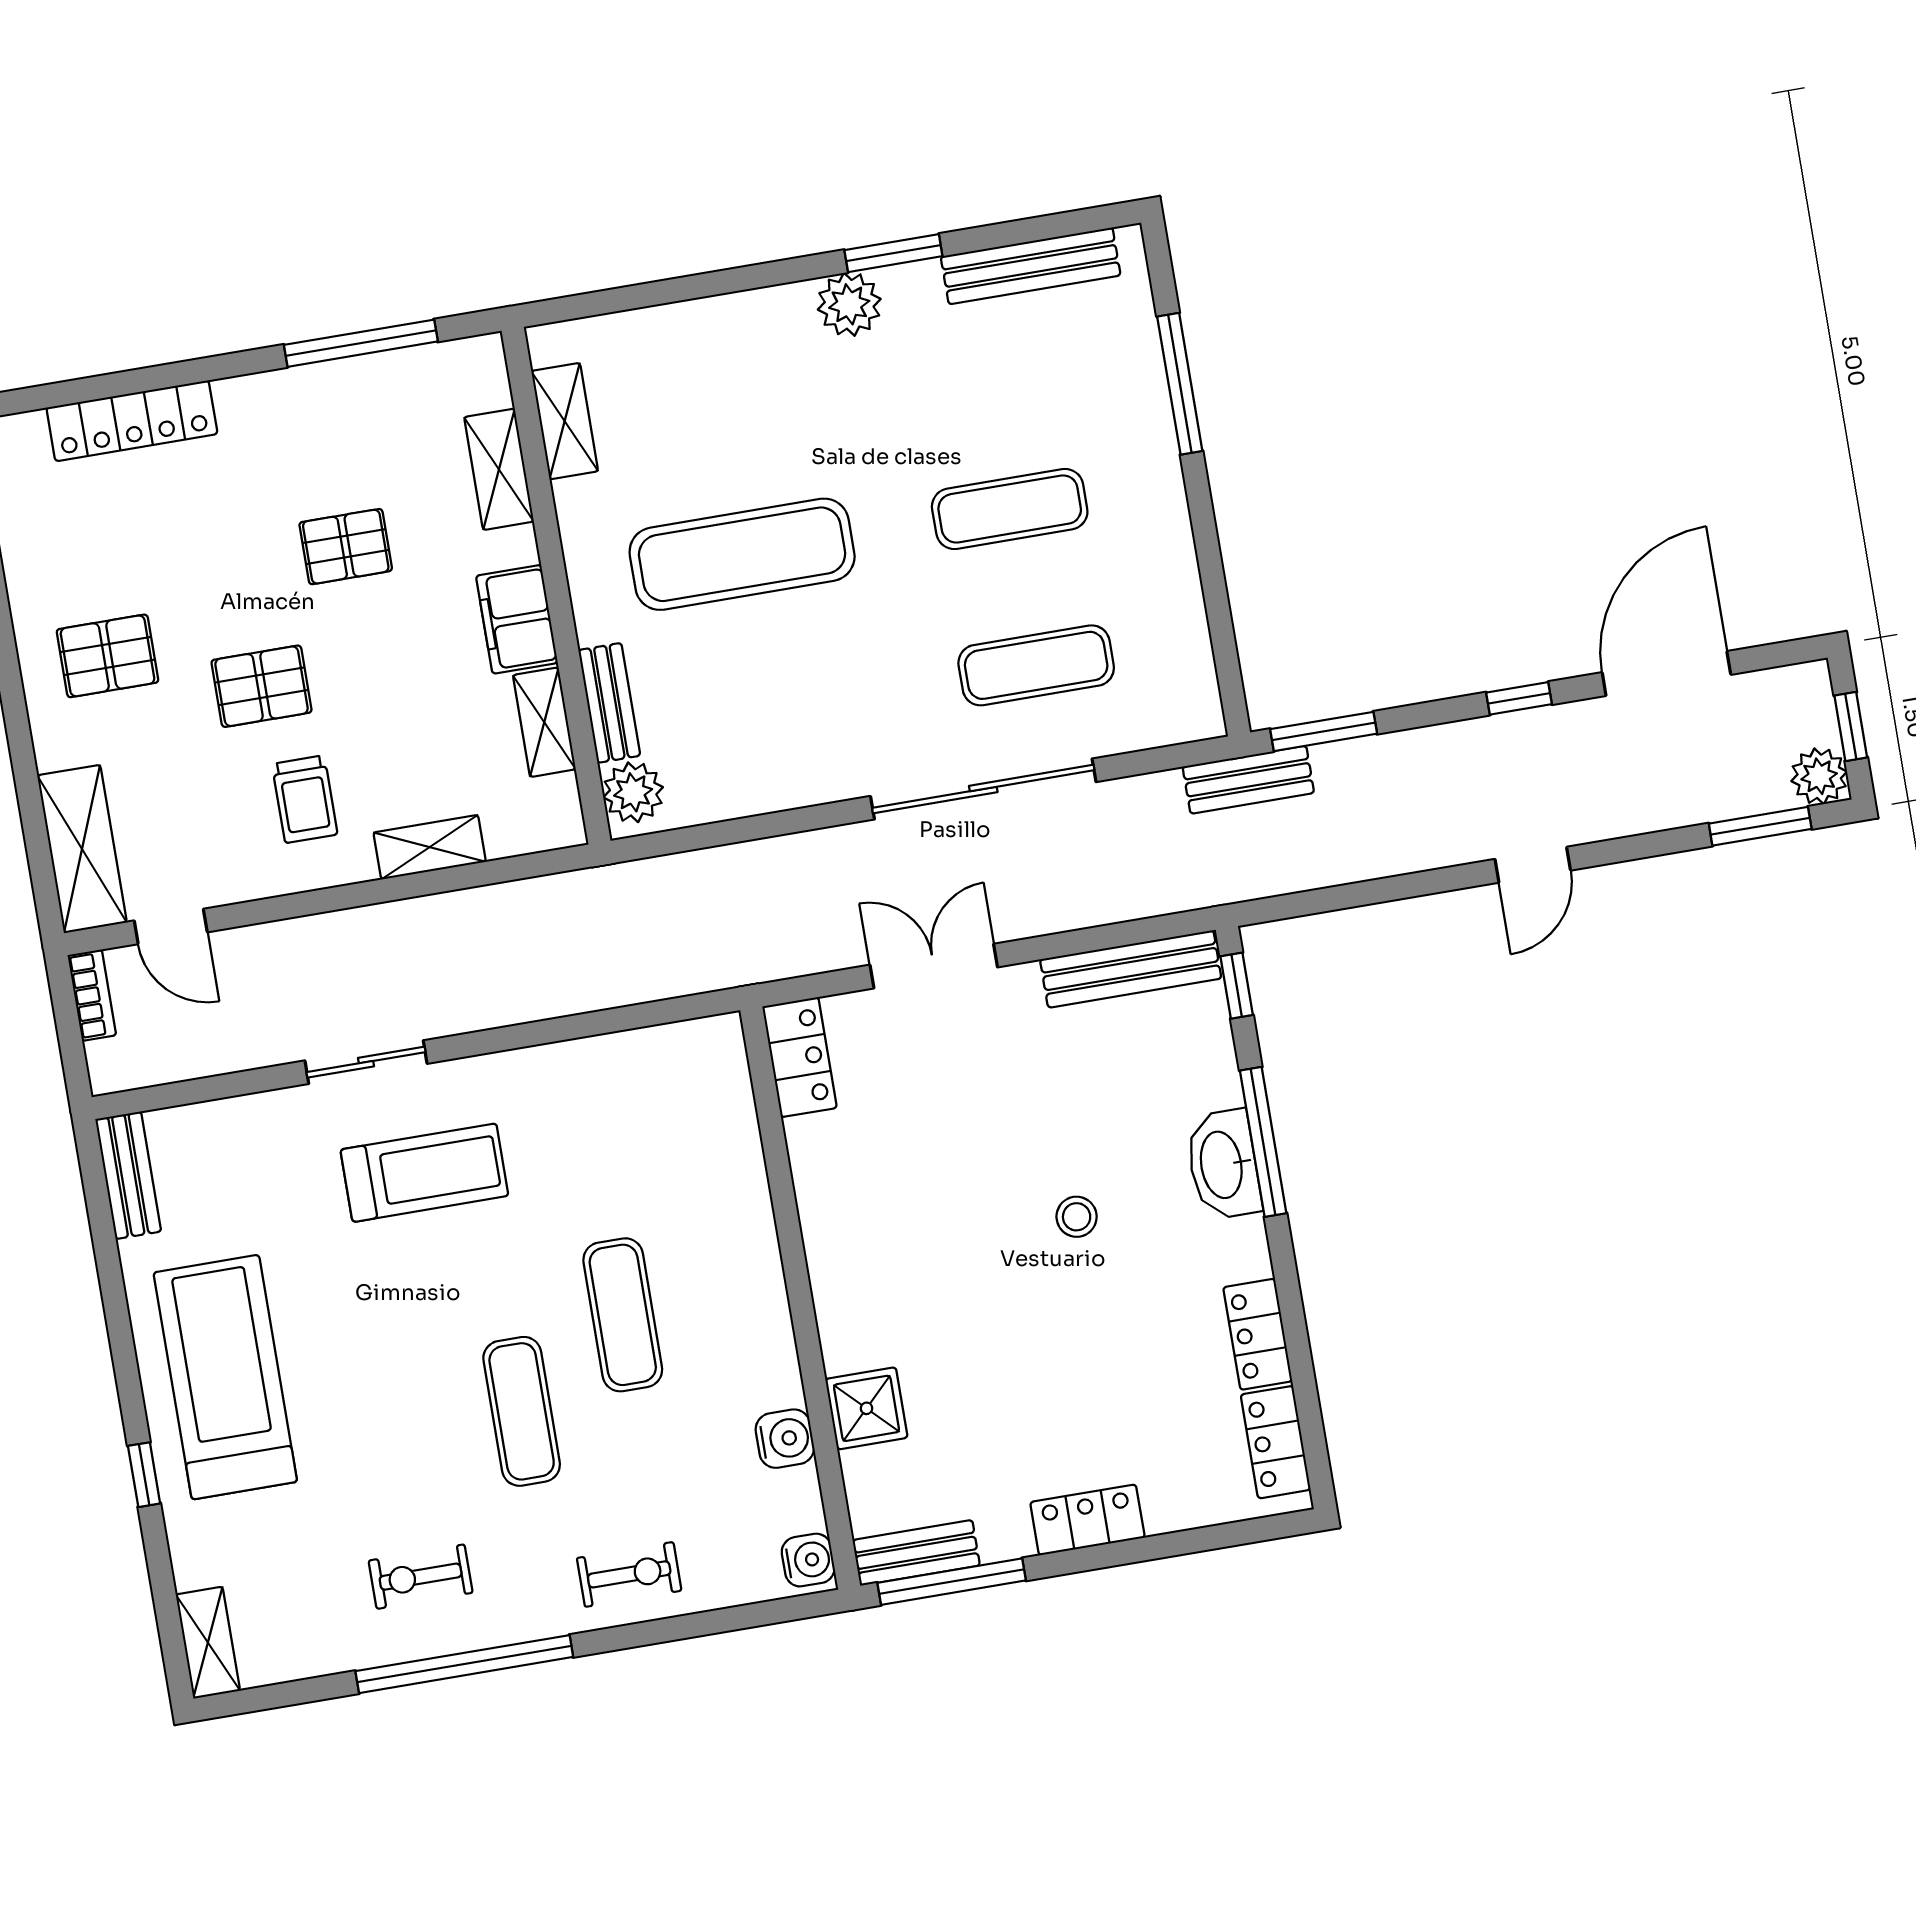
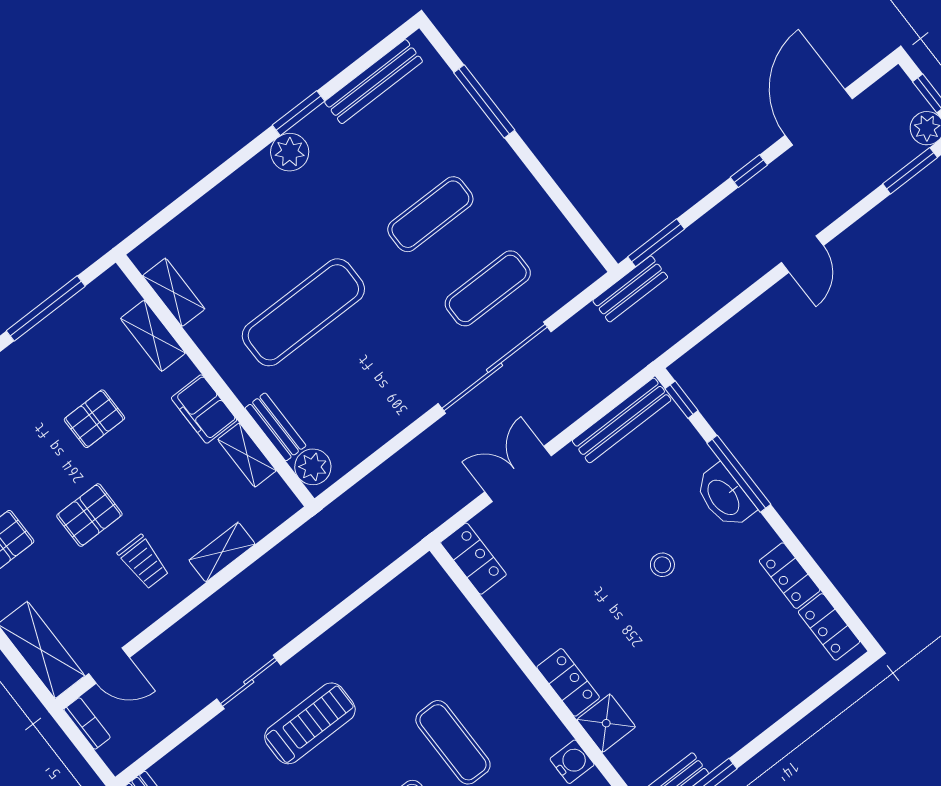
locker: (1087, 1520) -> (568, 682), moved, turned 90

